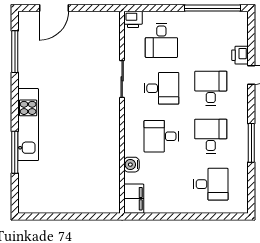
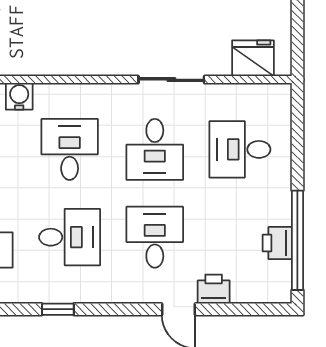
printer: (133, 19) -> (277, 243), moved
fridge: (110, 33) -> (253, 58), added
desk: (211, 88) -> (155, 237), turned -90
window: (251, 143) -> (58, 309), width x0.46

